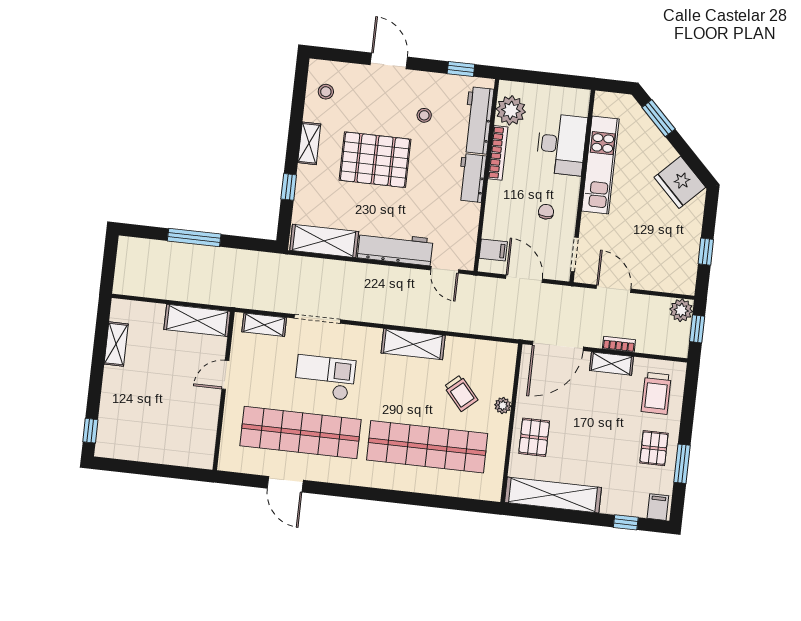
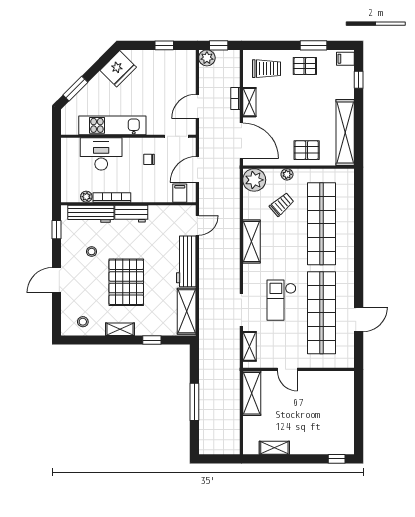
plant: (511, 110) -> (86, 197), width x0.53, depth x0.53
plant: (500, 358) -> (254, 180), added

